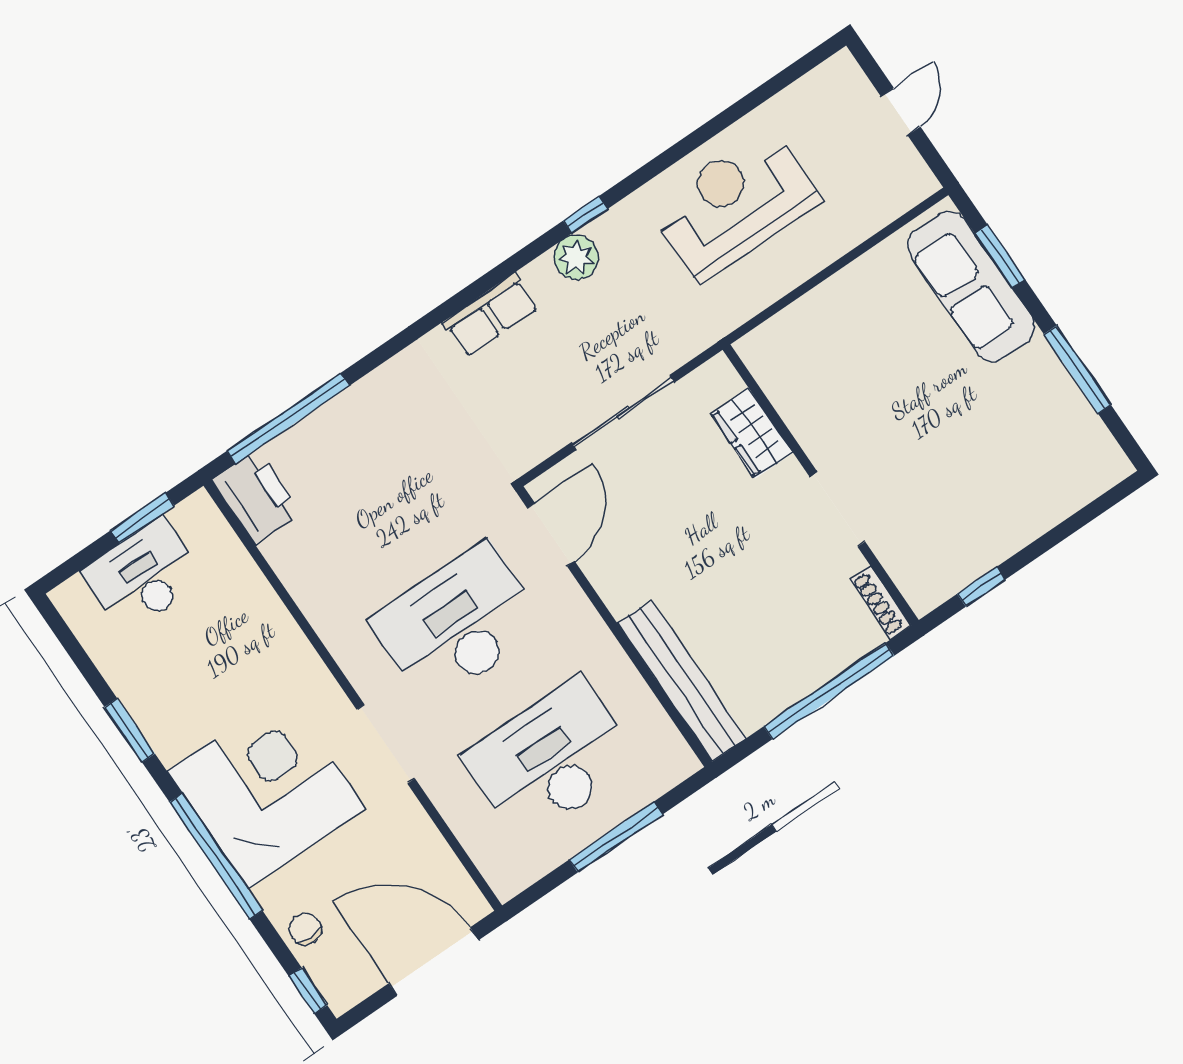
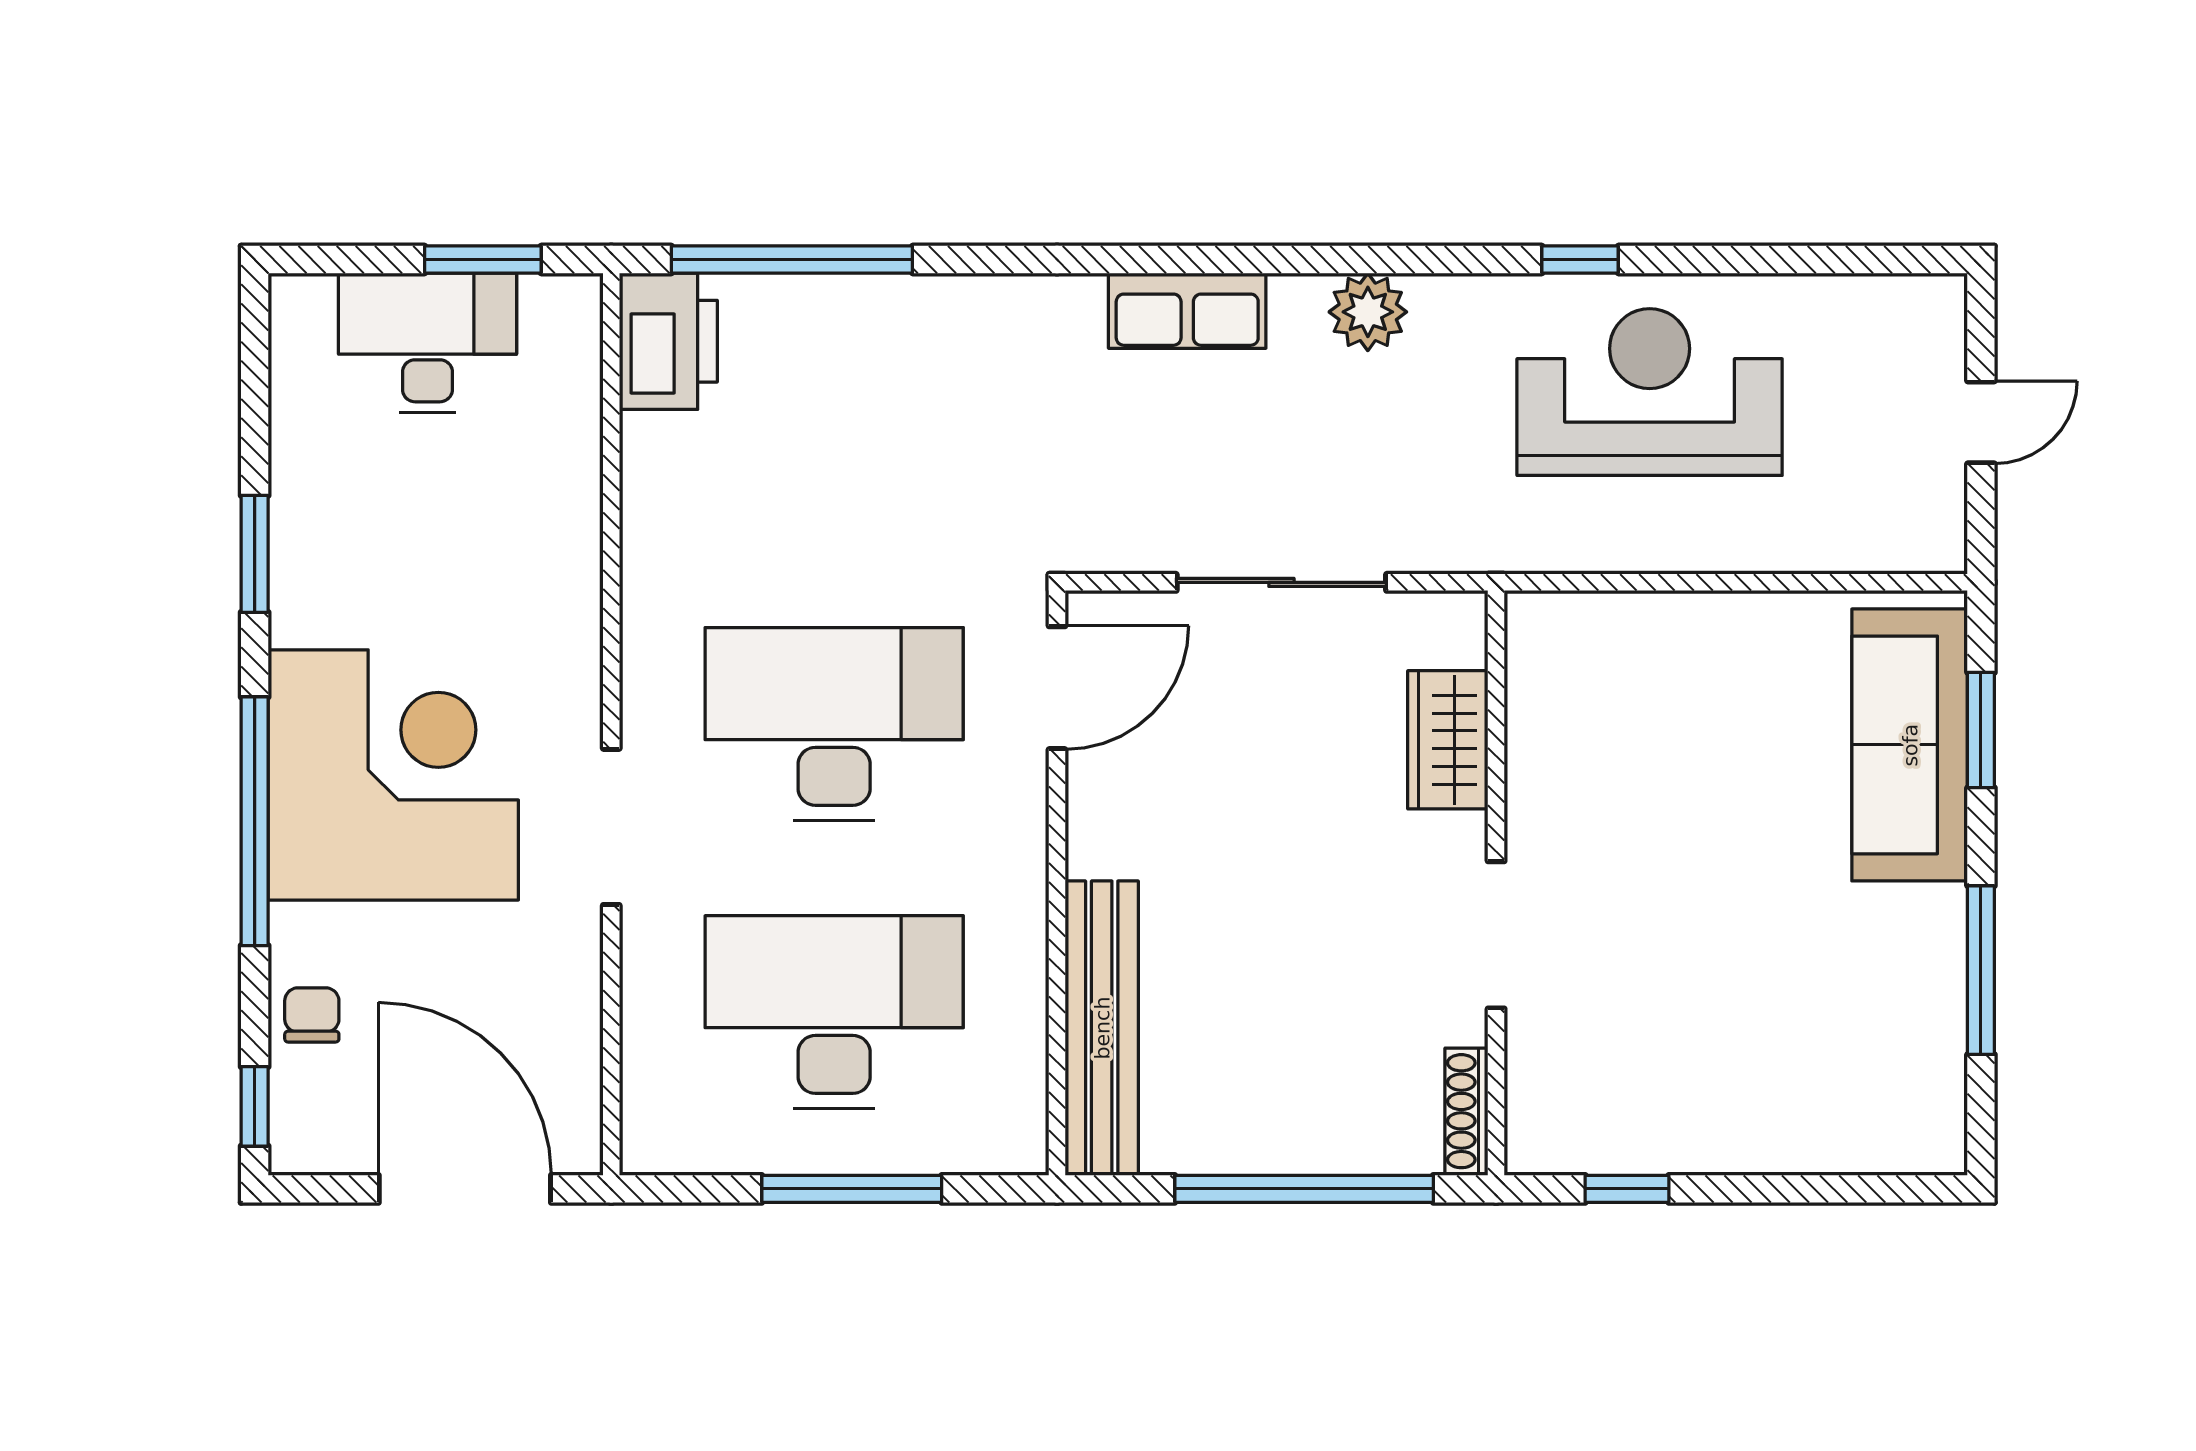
window: (585, 215) -> (1580, 260), moved

